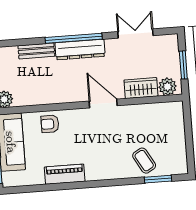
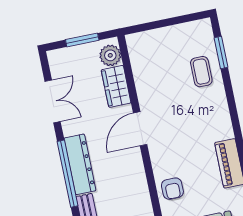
double door: (135, 34) -> (53, 101), swing flipped
coffee table: (144, 161) -> (201, 72), turned -60

